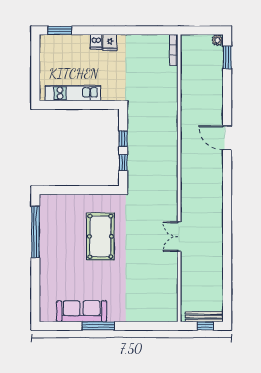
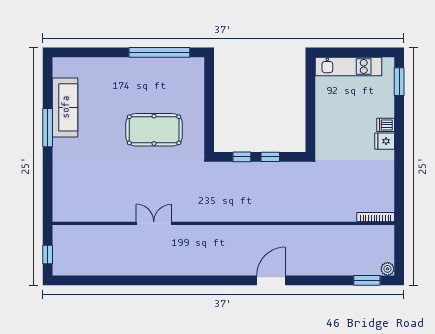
kitchen unit: (73, 93) -> (348, 67), moved, turned 90
bench: (204, 317) -> (59, 253), removed

